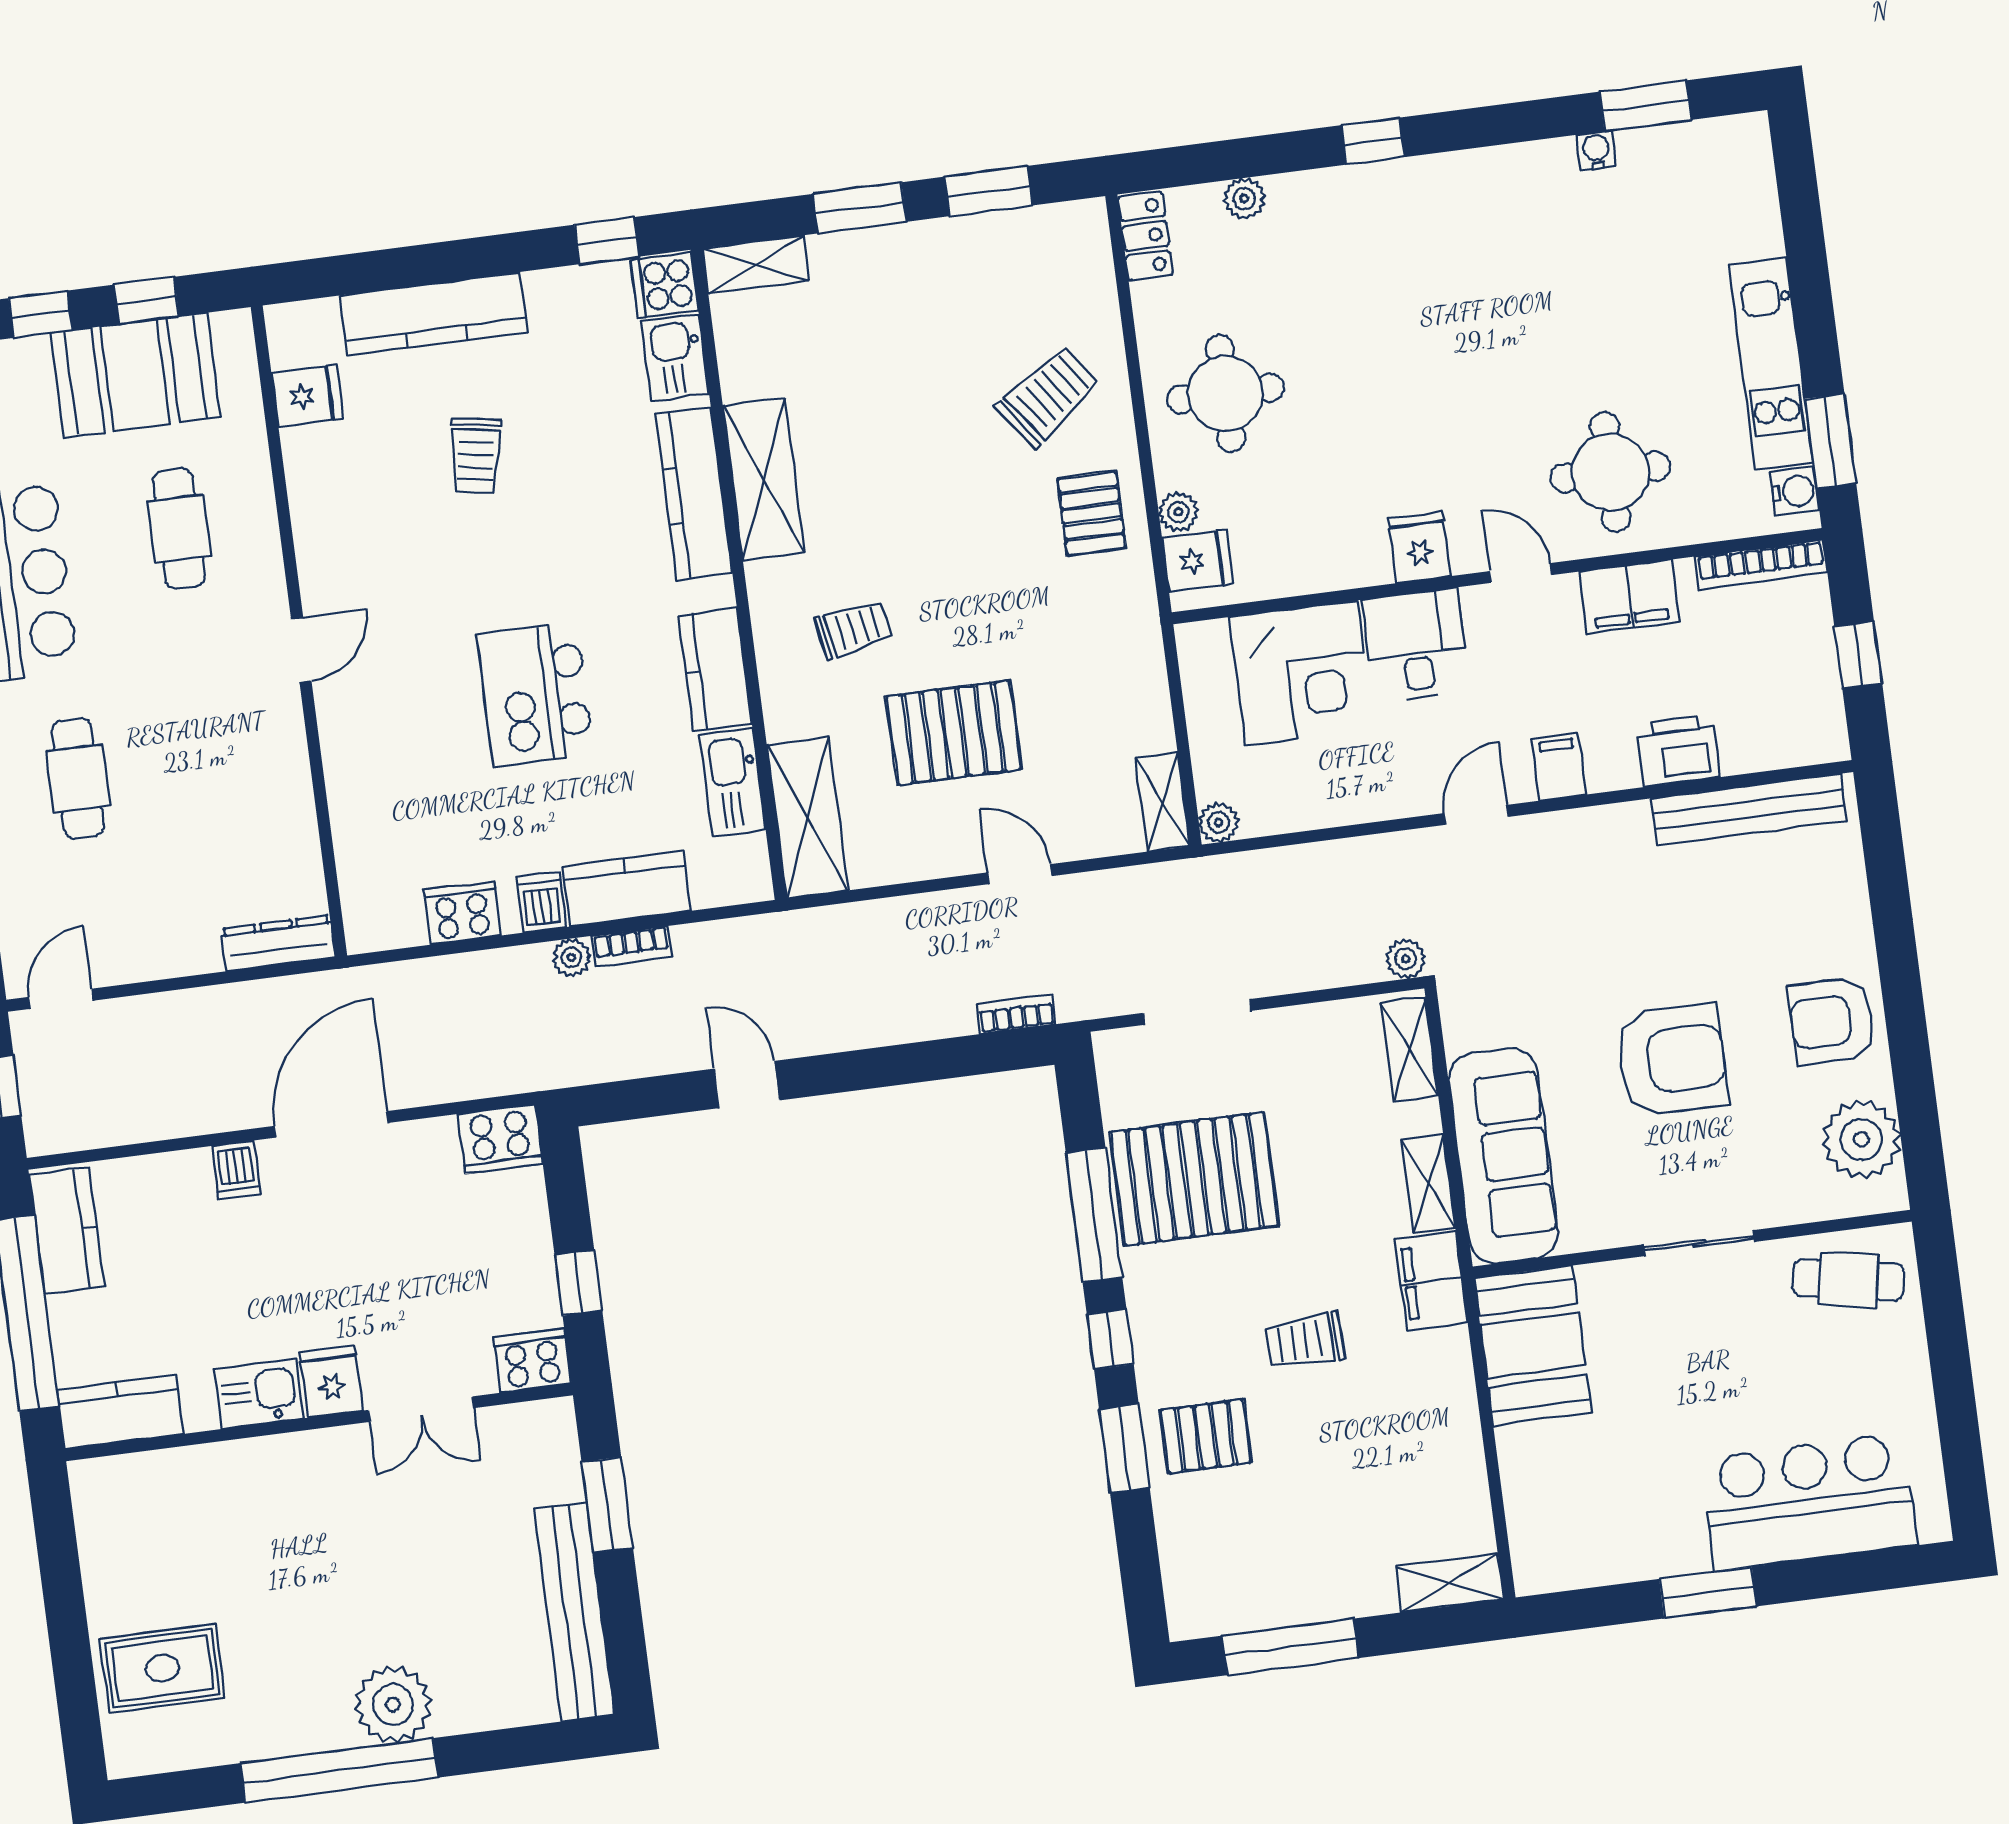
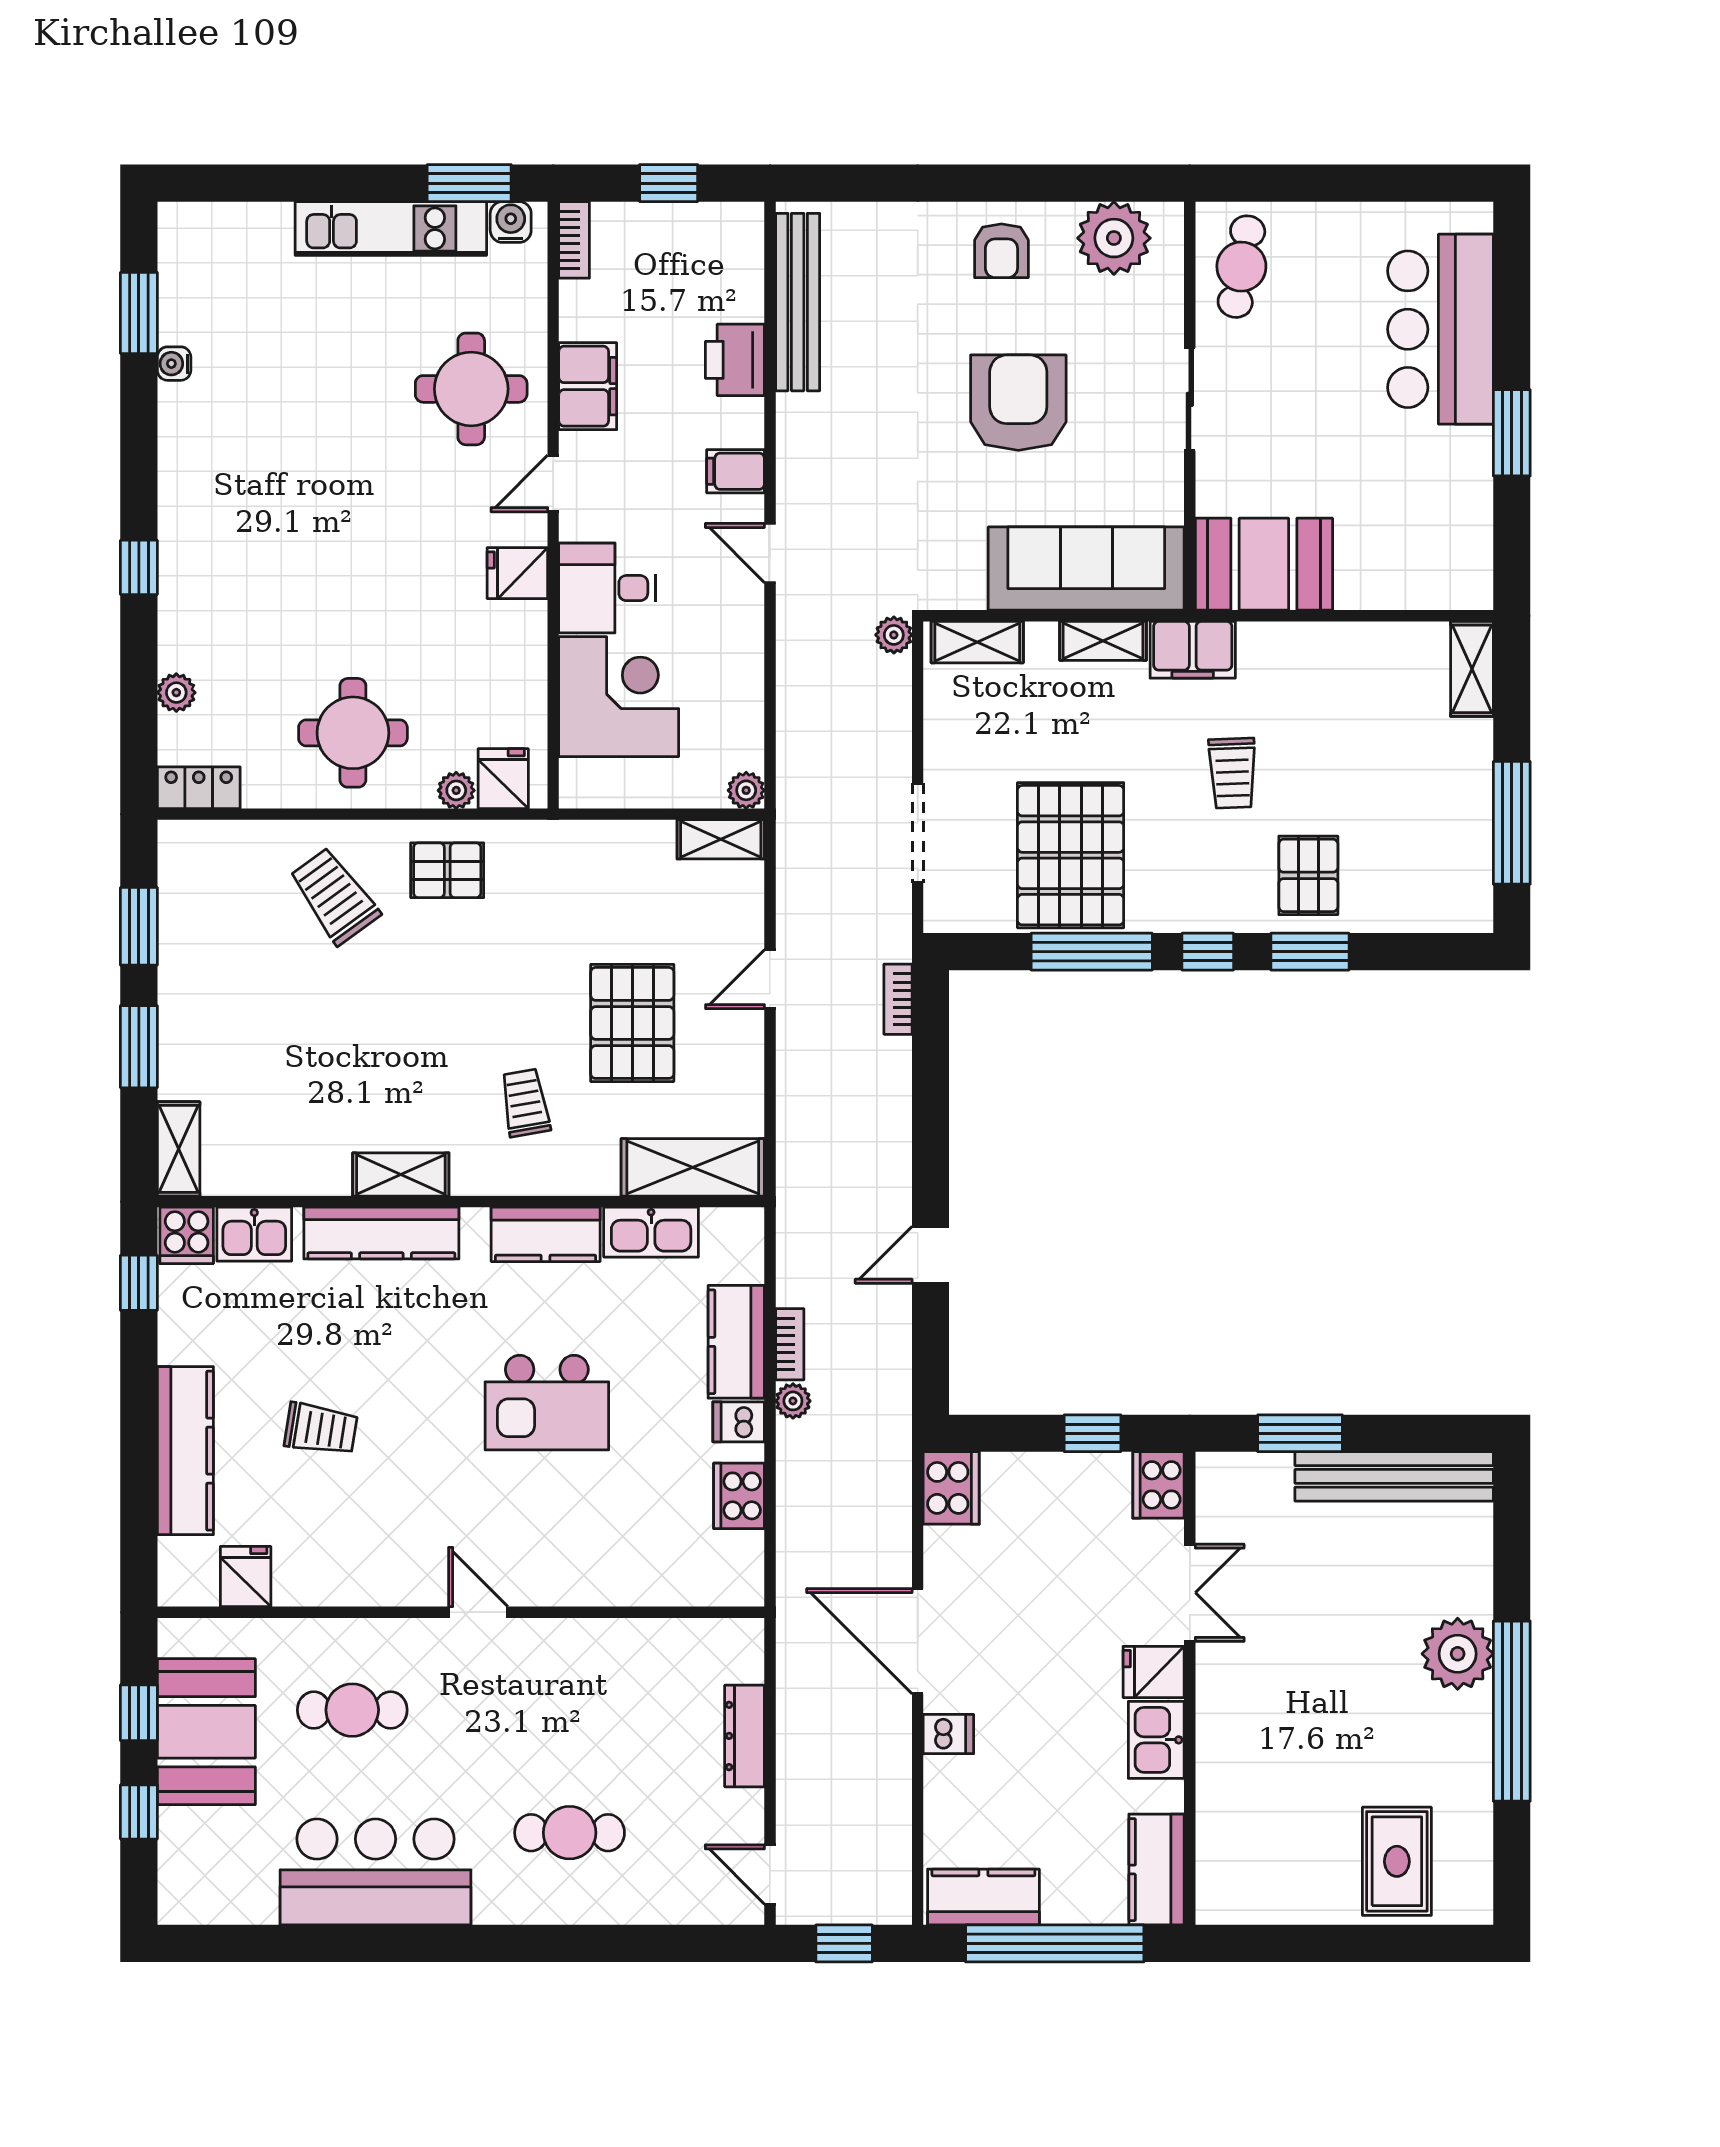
shelving: (764, 479) -> (401, 1174), width x0.67, depth x0.75
bookcase: (1761, 565) -> (574, 240), width x0.64
dresser: (278, 943) -> (745, 1736), moved
armchair: (1832, 1021) -> (1001, 251), width x0.72, depth x0.72

